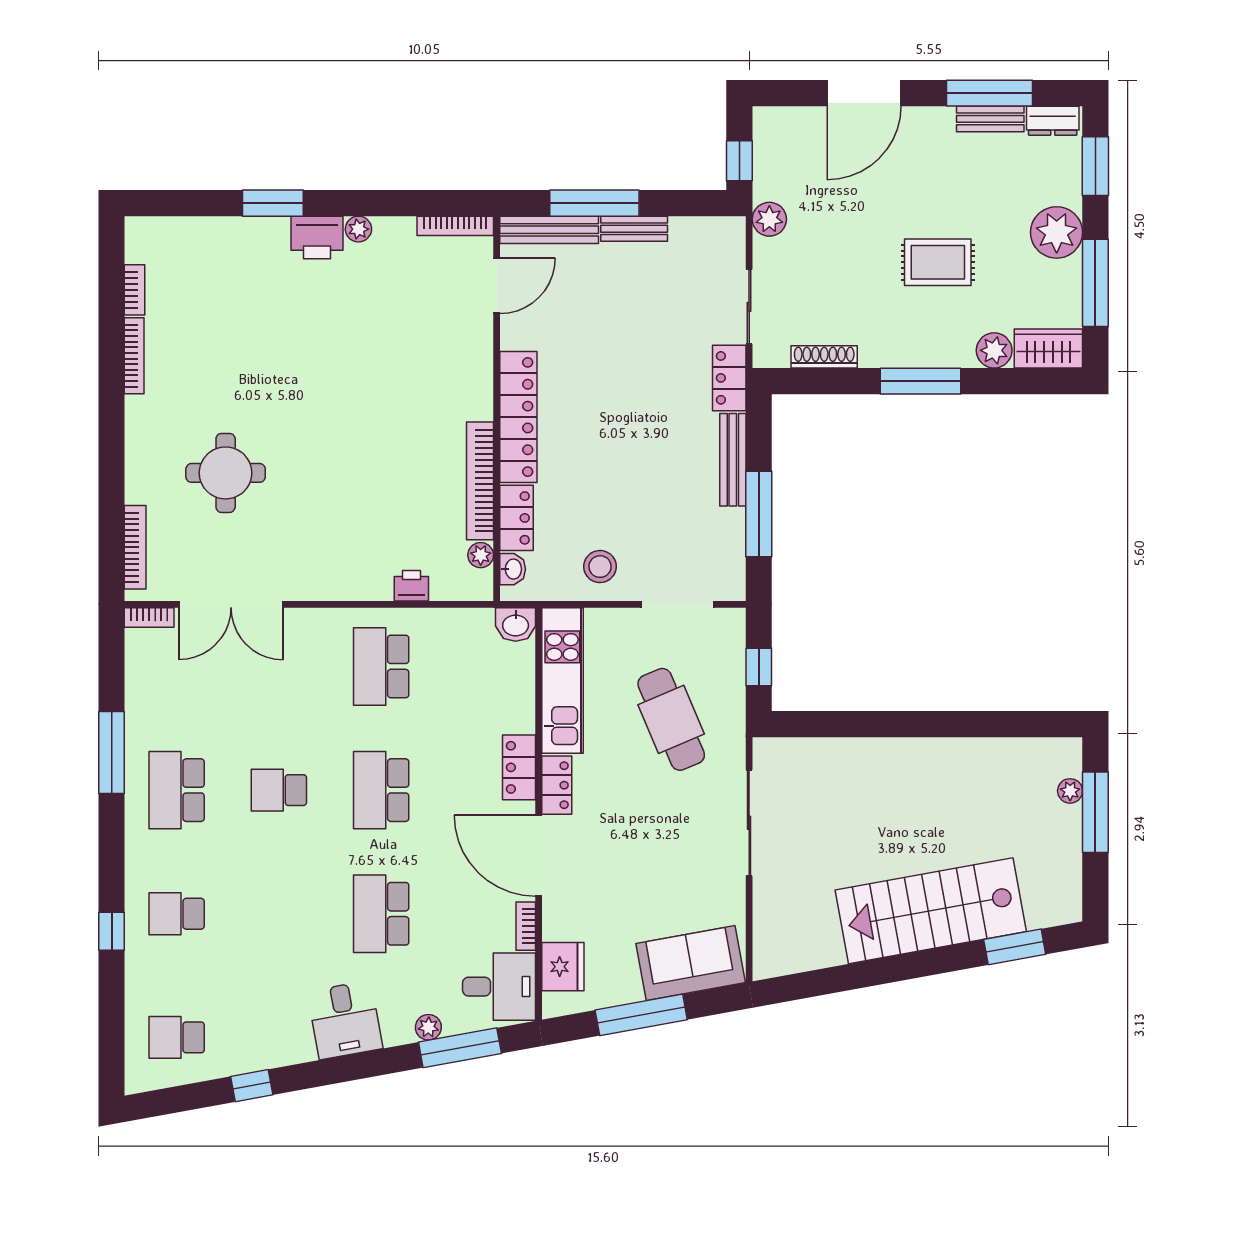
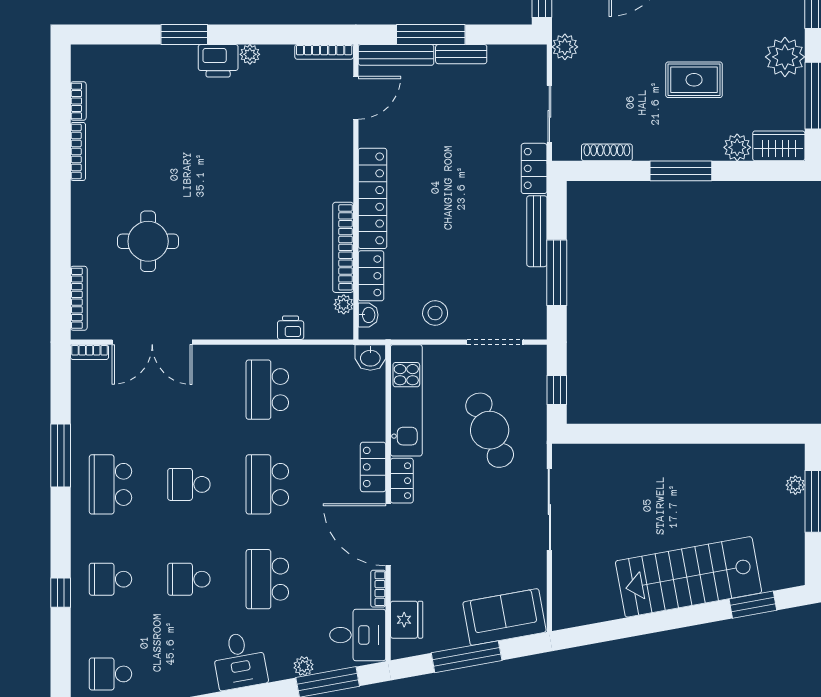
school desk: (279, 914) -> (189, 579), added

